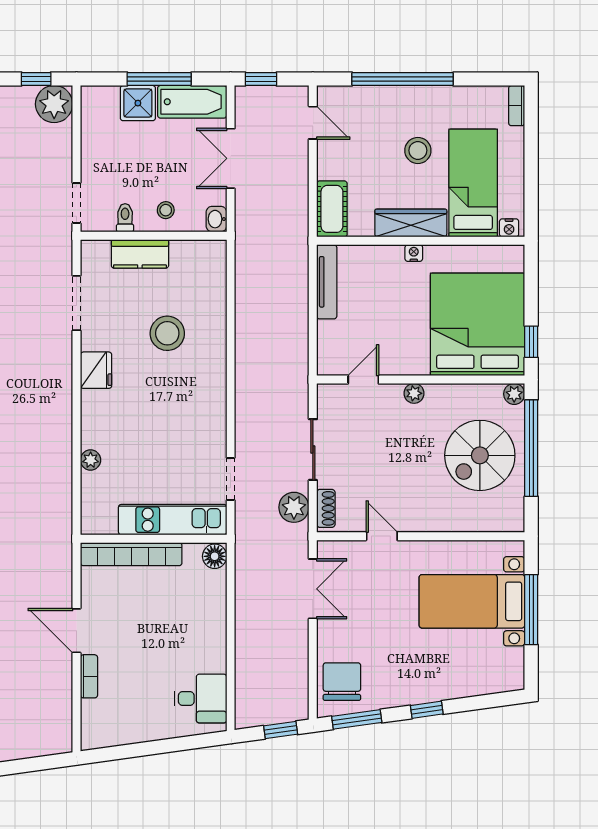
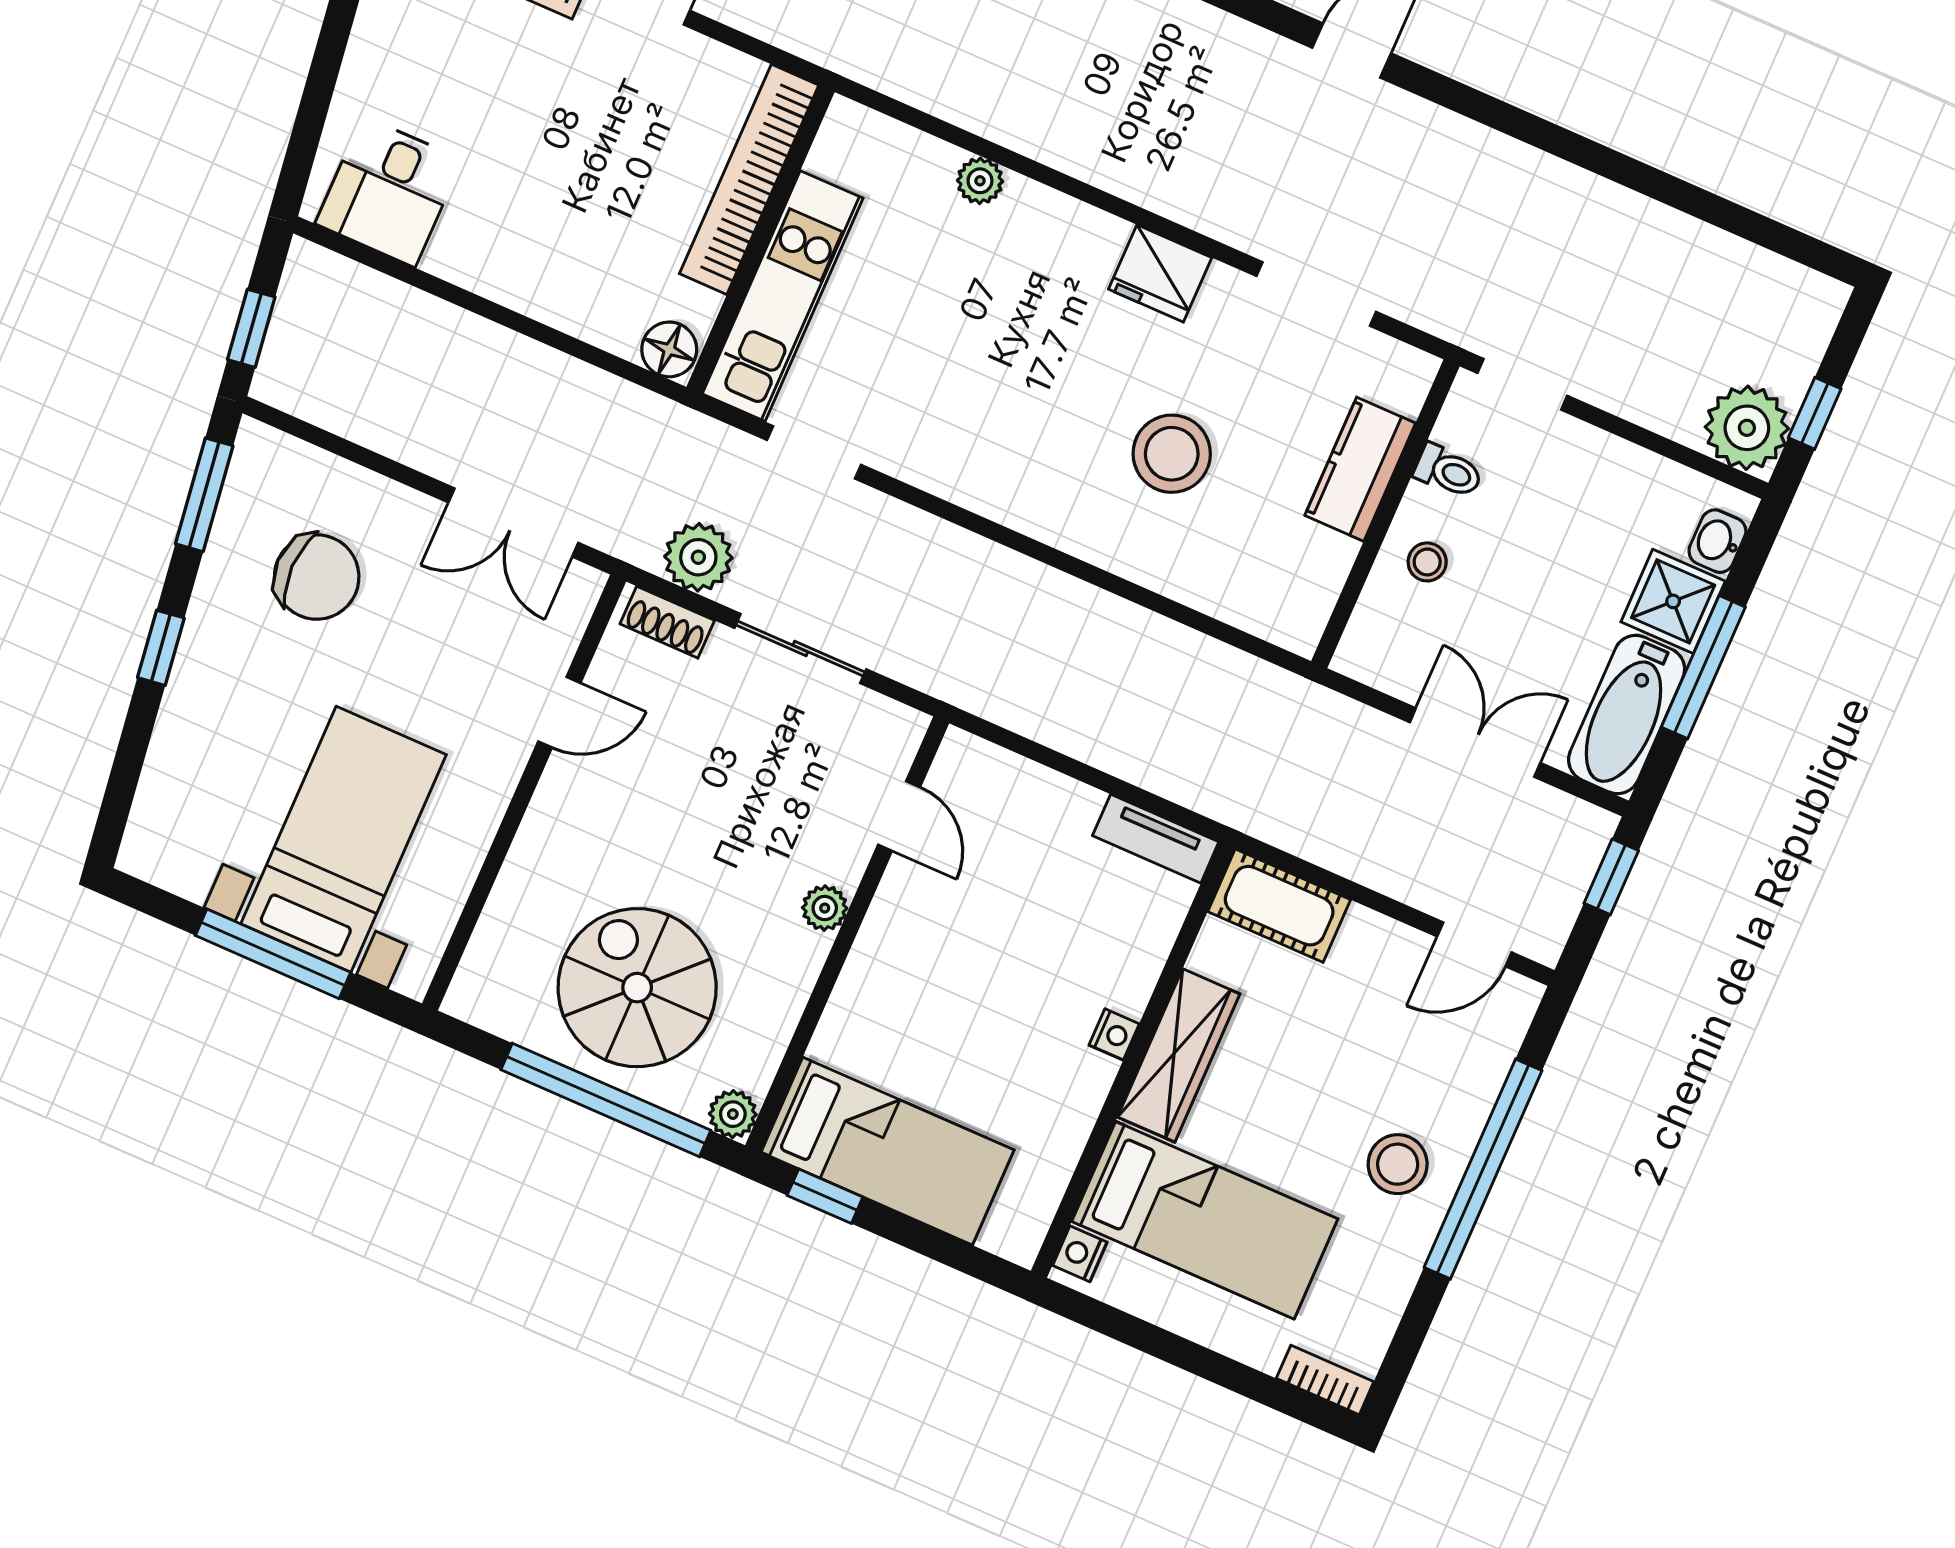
stool: (418, 150) -> (1398, 1164), moved
washbasin: (216, 219) -> (1717, 541), moved, turned -90
tv unit: (327, 282) -> (1156, 839), width x0.71
bed: (478, 324) -> (888, 1151), width x0.49
chair: (342, 682) -> (317, 577), moved

